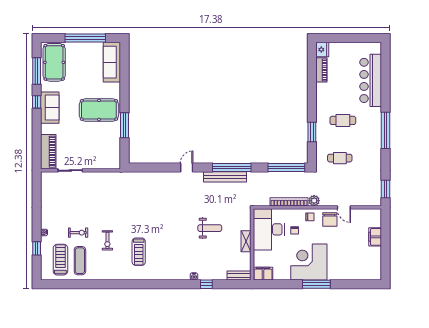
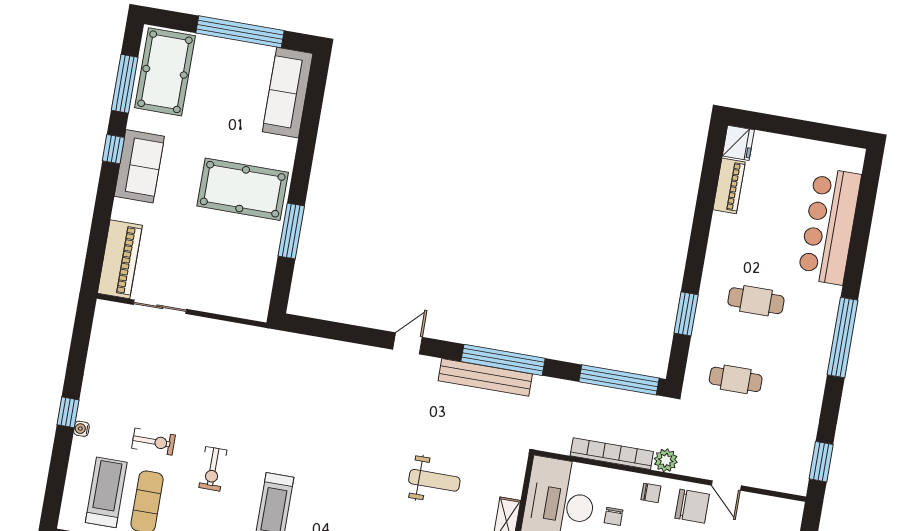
chair: (330, 220) -> (692, 506), turned -90
window: (37, 248) -> (68, 412), moved

